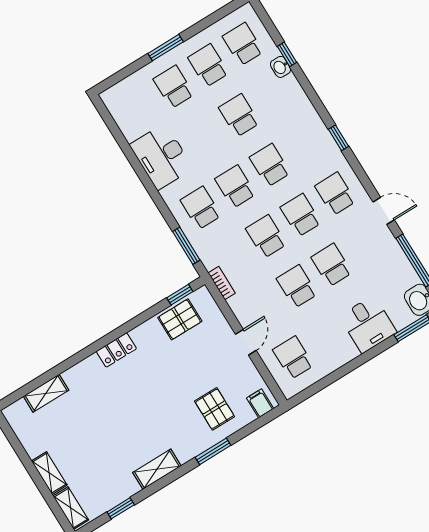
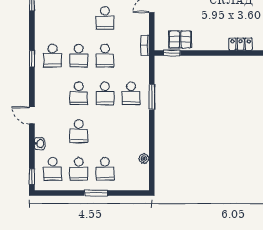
window: (287, 54) -> (32, 177), moved
plant: (130, 132) -> (144, 159), added
window: (339, 138) -> (32, 59), moved
desk: (161, 157) -> (135, 135), removed
door: (384, 211) -> (32, 115), moved
window: (186, 246) -> (152, 97), moved
school desk: (331, 265) -> (79, 18), removed
locker: (116, 350) -> (241, 44), moved

